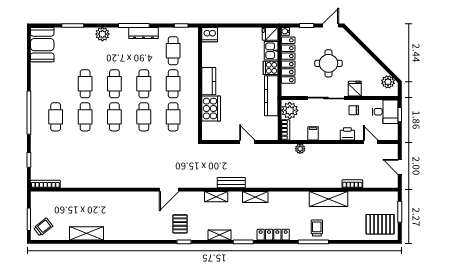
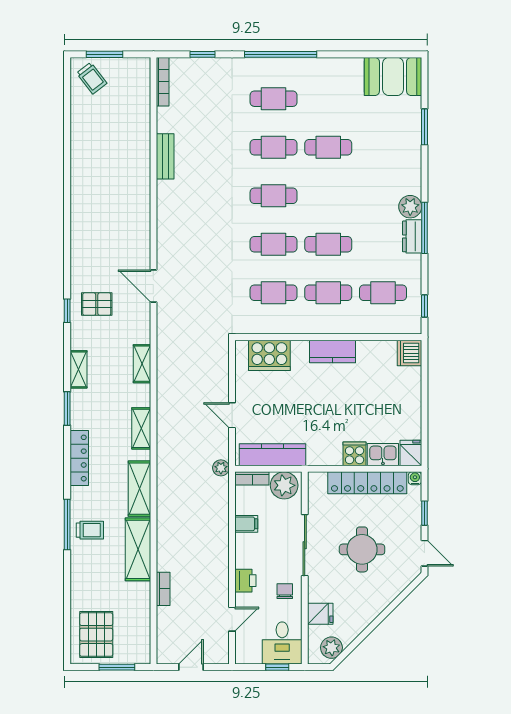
dresser: (143, 33) -> (412, 236), width x0.70
plant: (102, 34) -> (410, 207), moved
cafe table: (114, 84) -> (328, 196), removed
fridge: (355, 89) -> (320, 614), moved
kitchen counter: (271, 96) -> (272, 455), moved
cooker: (211, 108) -> (269, 355), moved
door: (247, 142) -> (232, 415), swing flipped
plant: (300, 149) -> (221, 468), moved
bench: (231, 183) -> (165, 156), moved
shelving: (86, 233) -> (139, 489), moved

